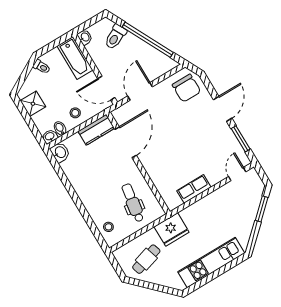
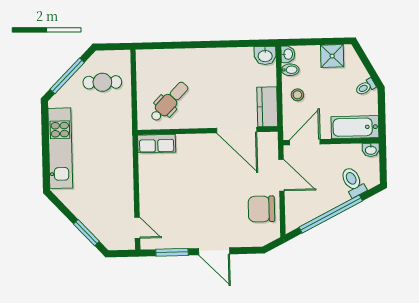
chair: (187, 88) -> (261, 209), moved
row of seats: (194, 189) -> (157, 144), moved, turned 90
dental chair: (133, 203) -> (169, 102), turned -55
stool: (108, 227) -> (159, 62), removed
fridge: (172, 229) -> (118, 126), removed
cafe table: (146, 259) -> (102, 82), turned -73
window: (156, 287) -> (67, 76), added

